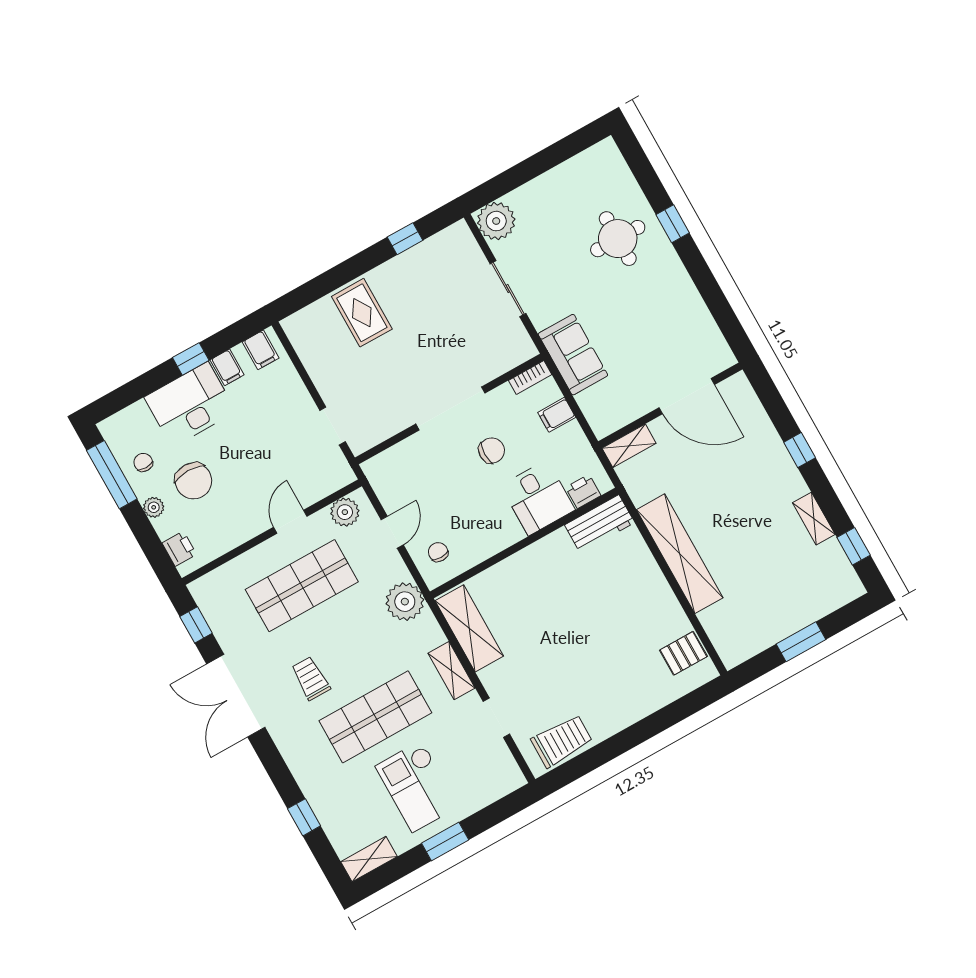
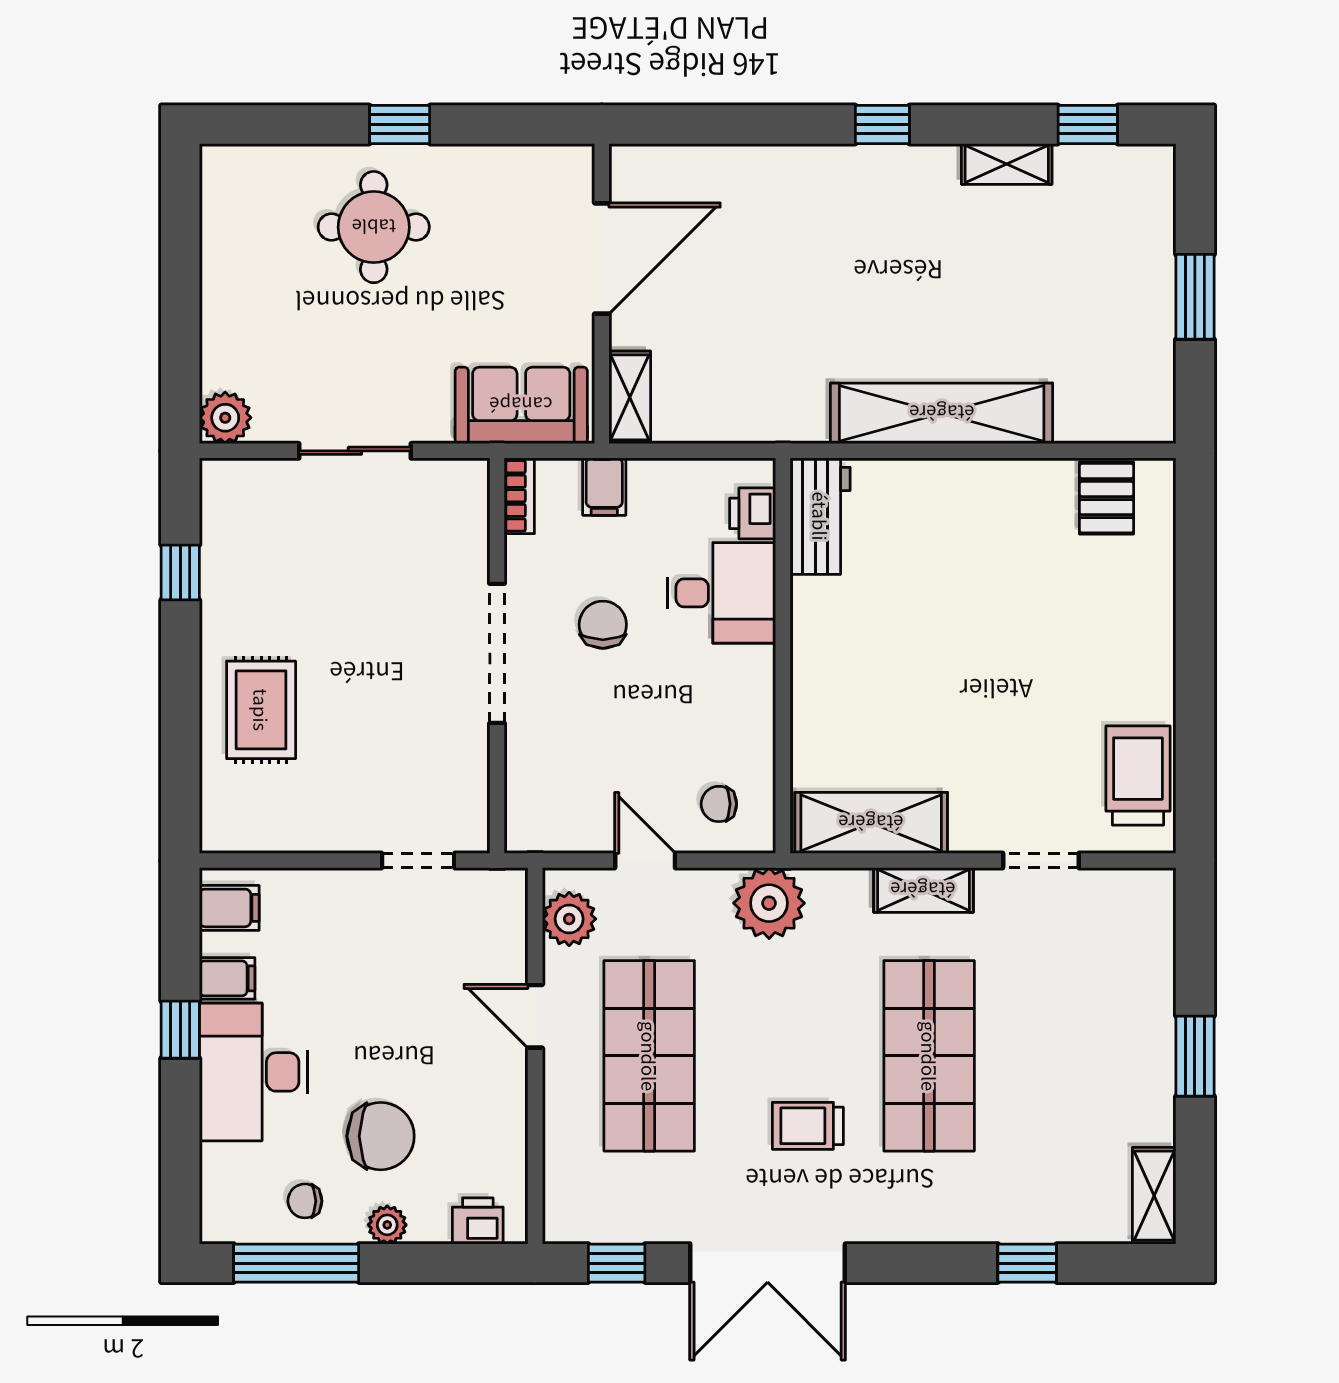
plant: (496, 221) -> (225, 418), width x0.73, depth x0.73
rug: (362, 313) -> (261, 710), turned 90
door: (687, 396) -> (602, 258), moved
wall: (670, 405) -> (602, 294), moved
shelving: (629, 446) -> (630, 397), moved
checkout: (417, 786) -> (1080, 1052), removed

